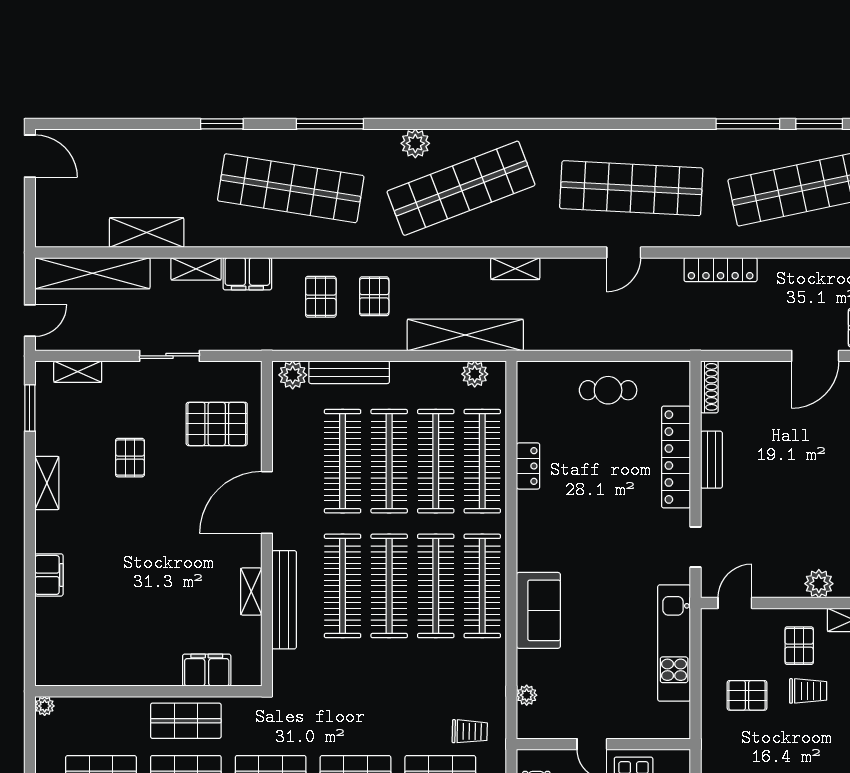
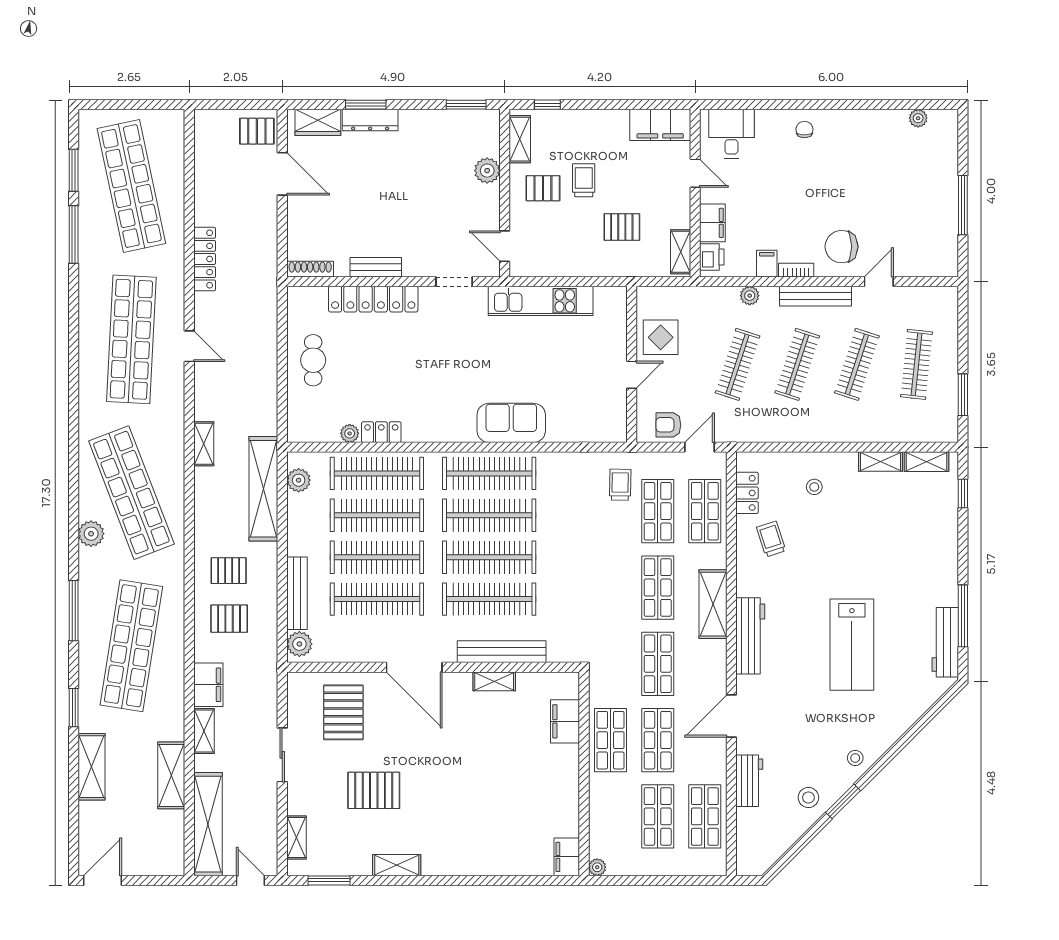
shelving: (156, 144) -> (91, 767), added
pallet: (130, 458) -> (374, 790), width x1.50, depth x1.42
filing cabinet: (49, 575) -> (567, 857), moved, turned -90
plant: (527, 695) -> (350, 433), moved
pallet: (747, 695) -> (622, 227), moved, turned 90

